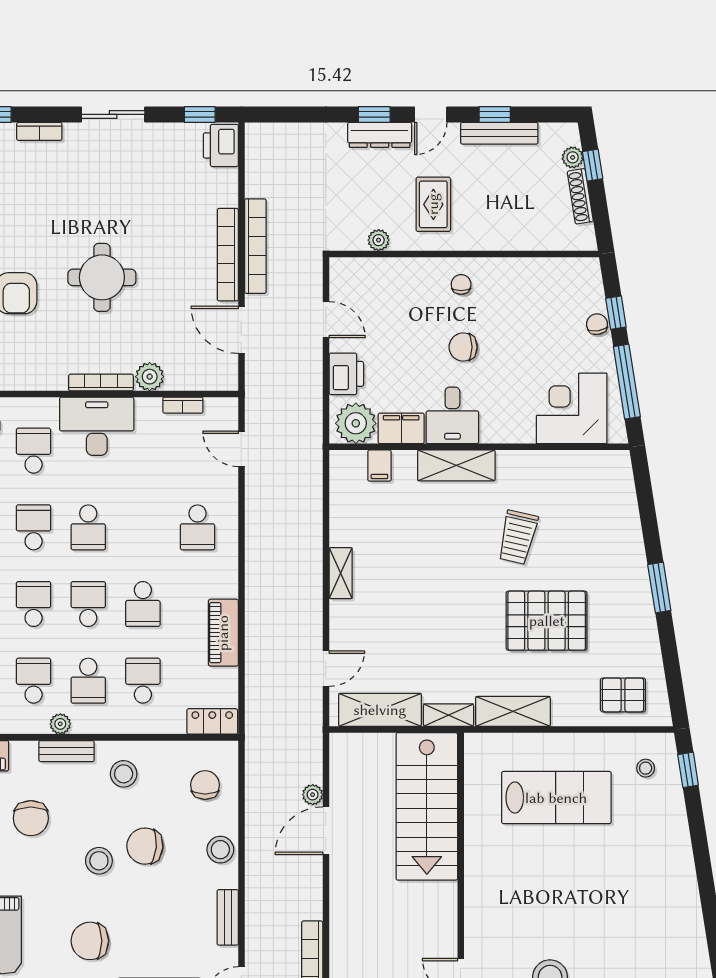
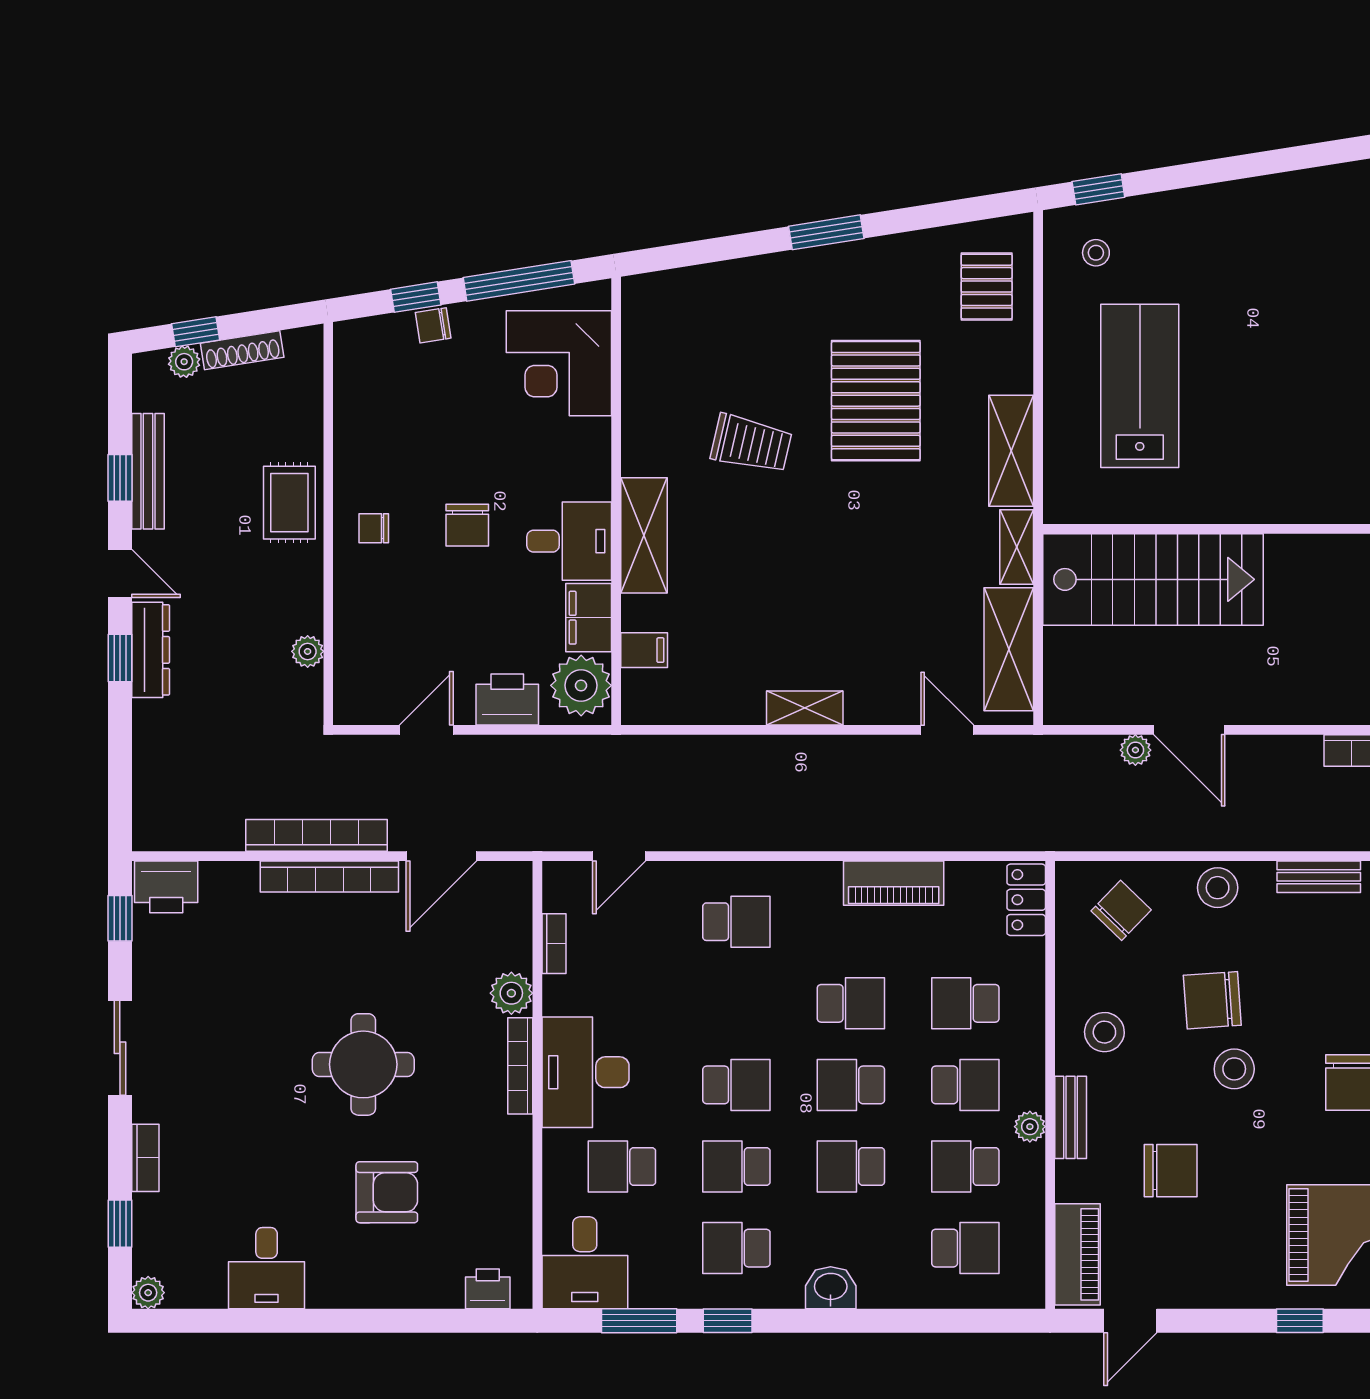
rug: (433, 204) -> (289, 503), moved, turned 90
chair: (205, 785) -> (1121, 910), turned 134
chair: (145, 846) -> (1212, 1000), turned 81

